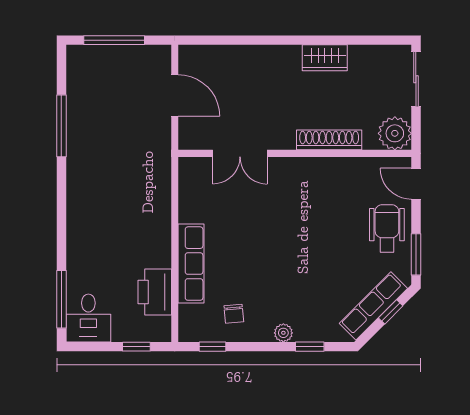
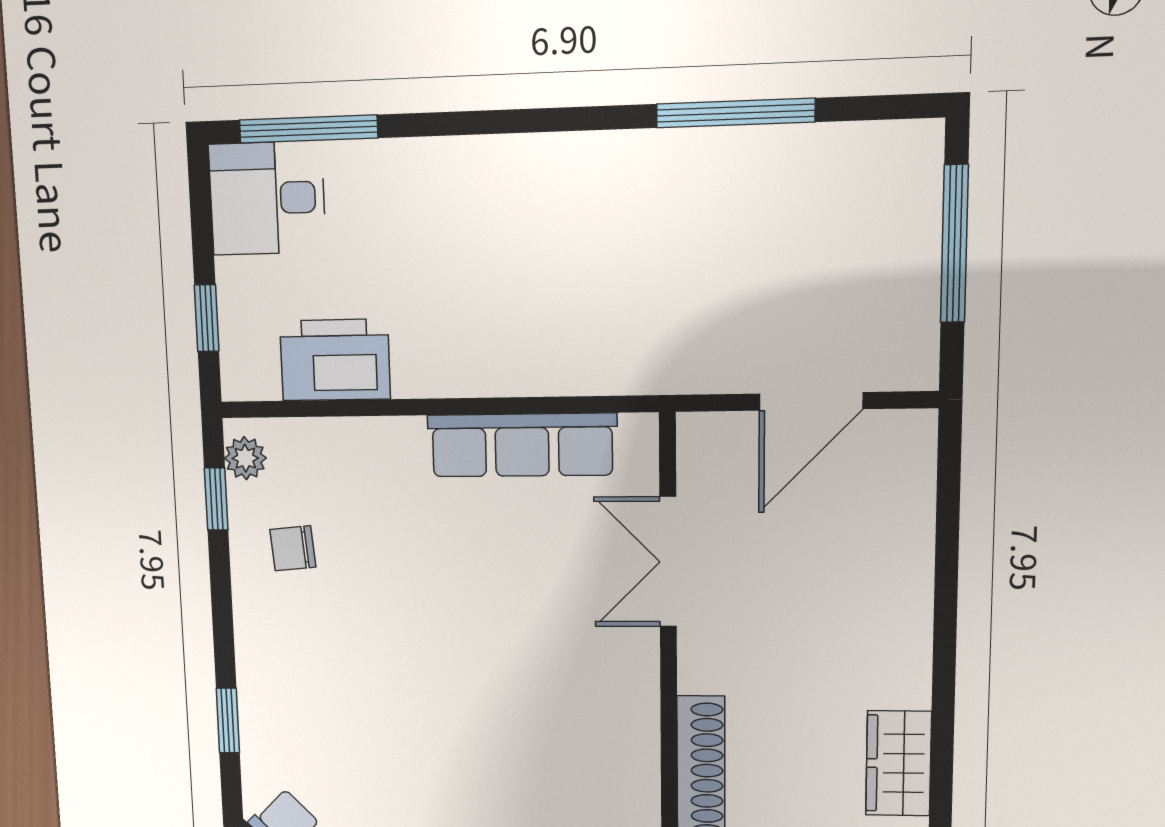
row of seats: (191, 264) -> (522, 445), moved
plant: (283, 333) -> (245, 458), moved

